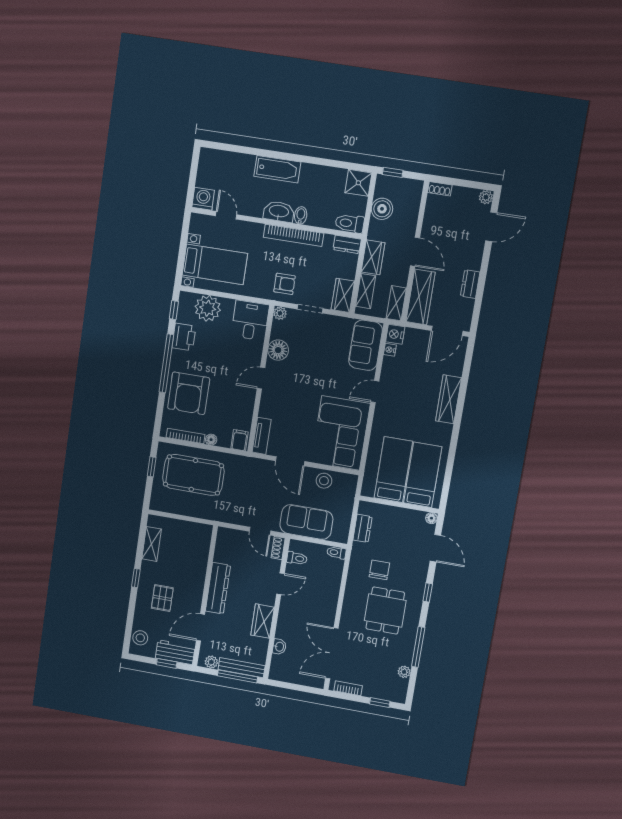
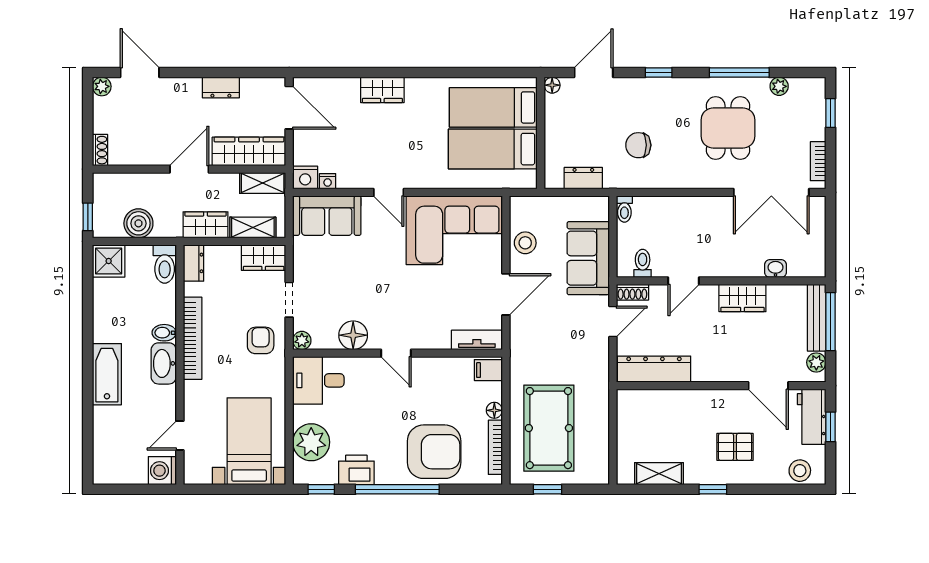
wardrobe: (449, 399) -> (382, 90), width x0.67
door: (280, 584) -> (683, 281), swing flipped
dresser: (218, 588) -> (654, 369), moved
dining table: (385, 611) -> (728, 128), moved, turned 90

